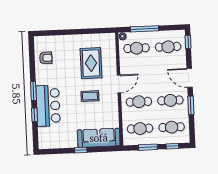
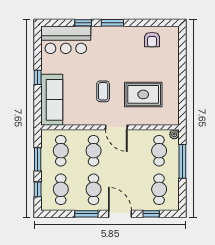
window: (188, 42) -> (151, 214), moved
door: (190, 78) -> (120, 214), hinge flipped
bar counter: (48, 106) -> (66, 40), moved

